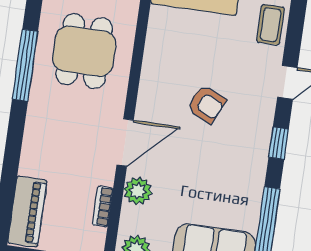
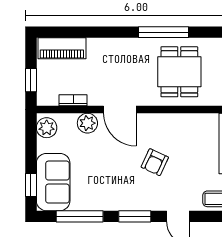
dining table: (84, 51) -> (179, 72), turned 90
window: (279, 143) -> (135, 216), width x1.50

